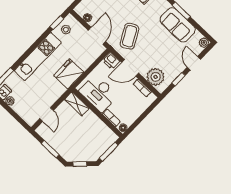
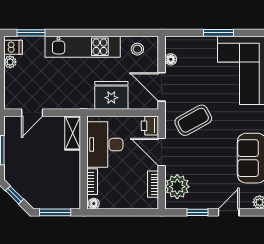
window: (57, 22) -> (136, 33), removed
door: (97, 36) -> (162, 87), swing flipped
fridge: (69, 74) -> (111, 95), moved

